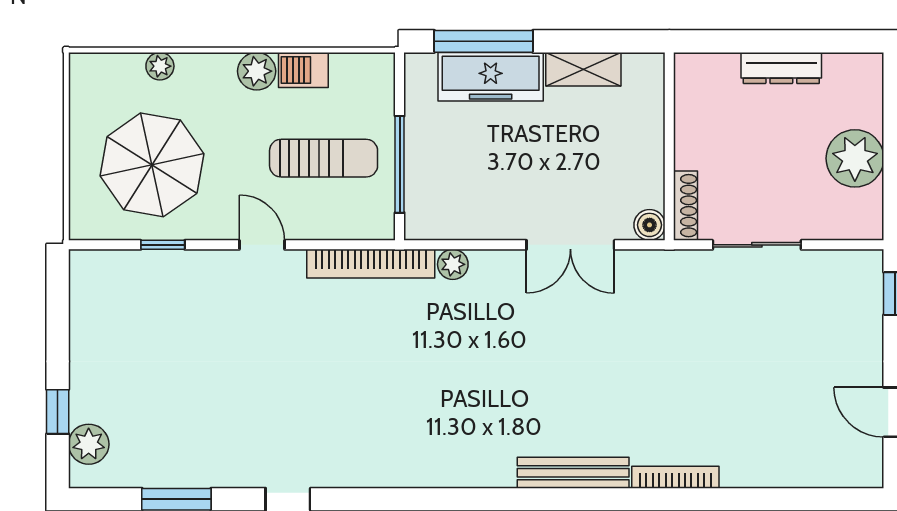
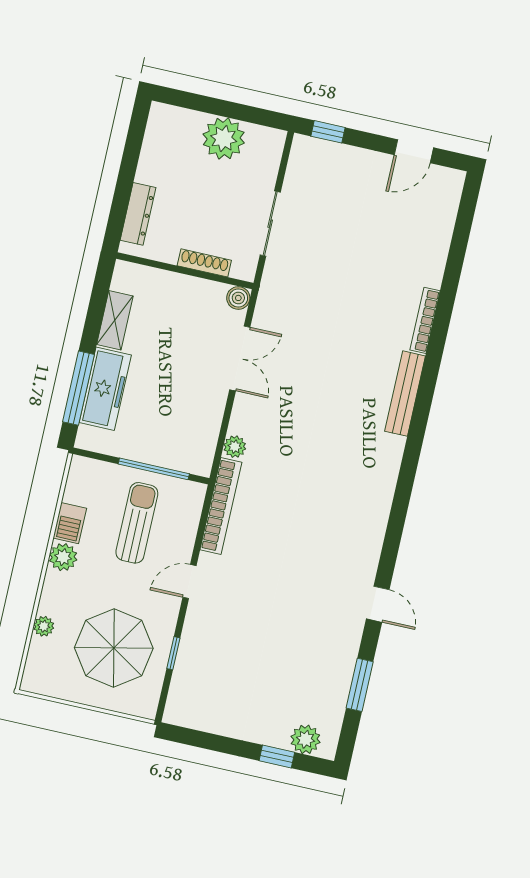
dresser: (781, 68) -> (138, 214), moved
shoe rack: (686, 206) -> (204, 263), moved

